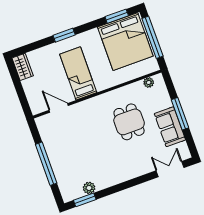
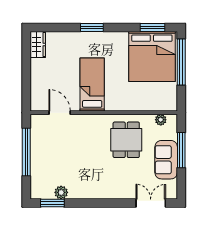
bed: (78, 73) -> (92, 85), moved
plant: (149, 83) -> (161, 120), moved
wall: (97, 94) -> (104, 113), moved
door: (59, 108) -> (60, 113), moved

